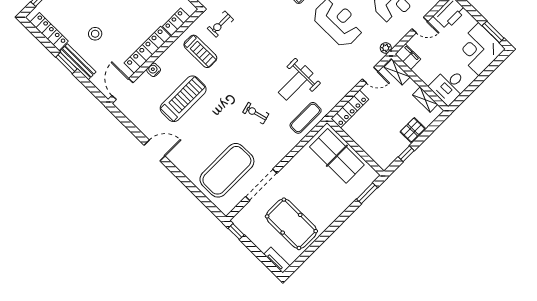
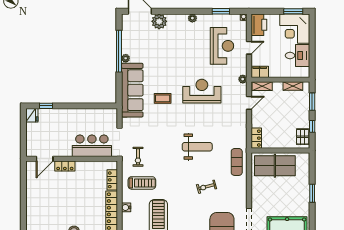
water cooler: (154, 70) -> (126, 207), moved
weight bench: (296, 83) -> (197, 147), moved, turned -90
desk: (449, 86) -> (297, 55), moved, turned -90
locker: (350, 109) -> (256, 138), width x0.66
pallet: (413, 130) -> (303, 137), moved
window: (429, 131) -> (312, 102), added
window: (367, 193) -> (312, 193), moved

